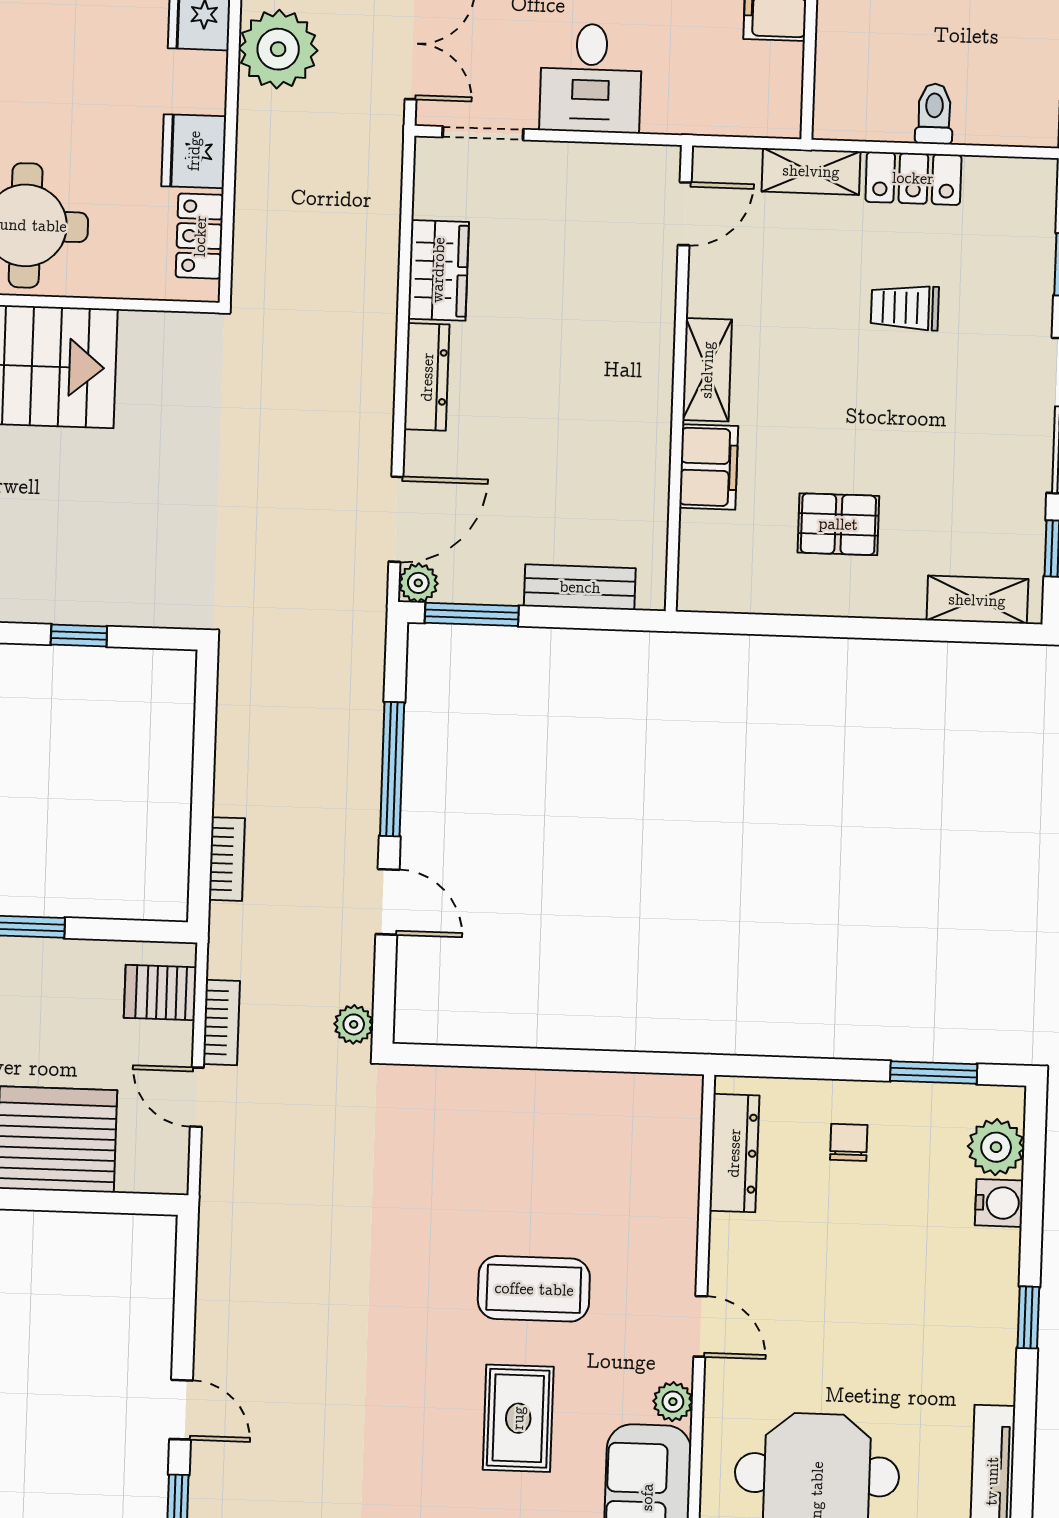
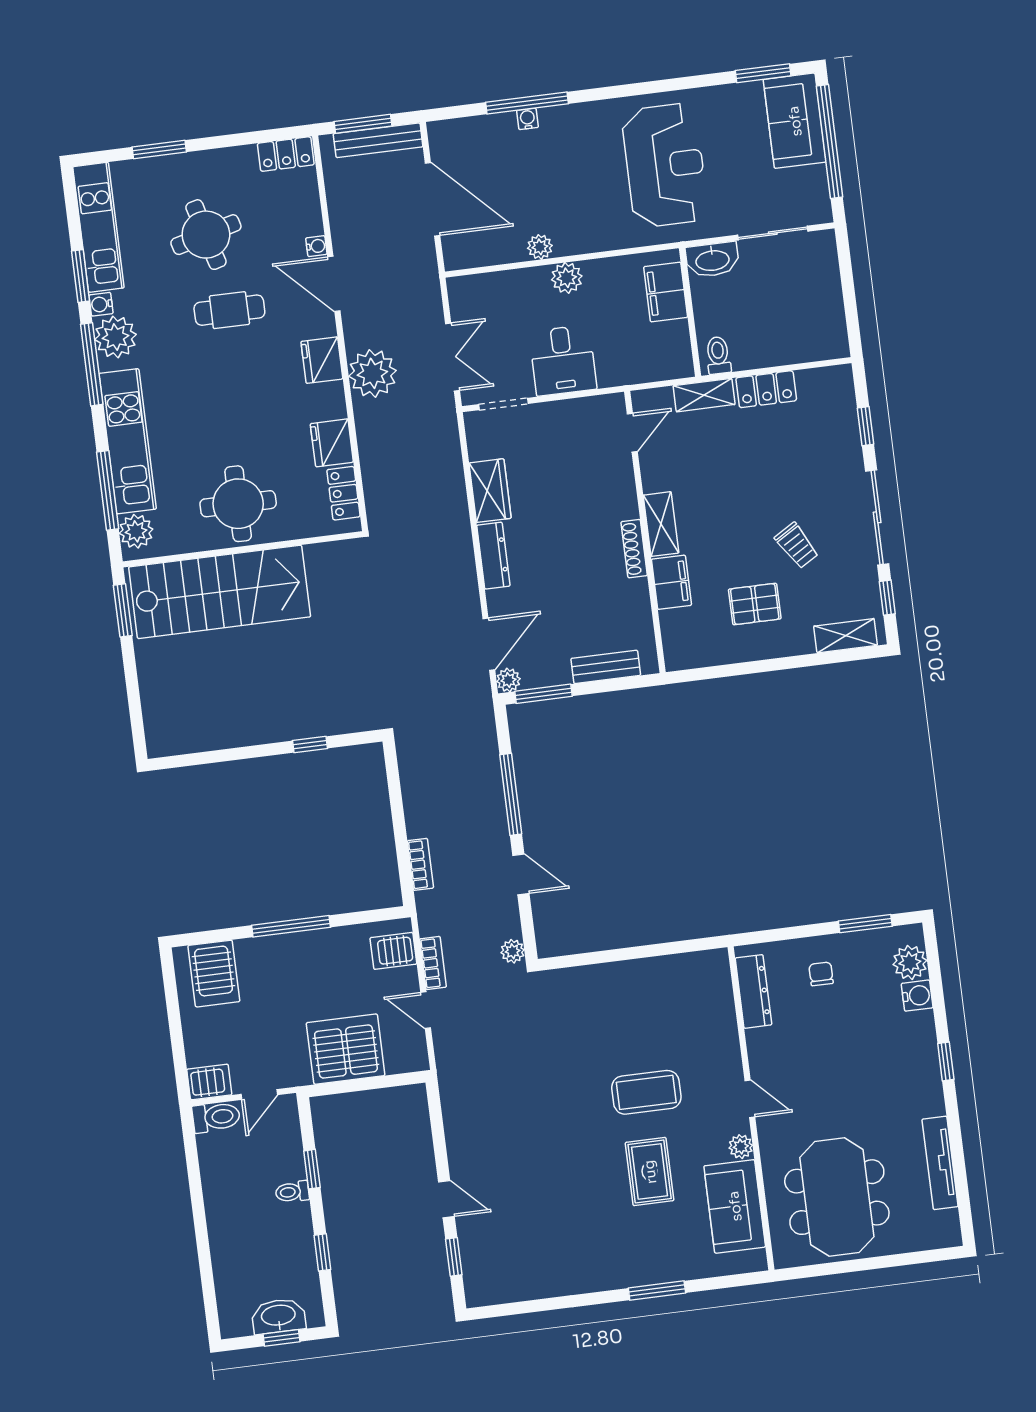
toilet: (934, 114) -> (718, 355), moved
trolley: (905, 308) -> (797, 546), moved, turned -121
shoe rack: (657, 403) -> (634, 549), added

